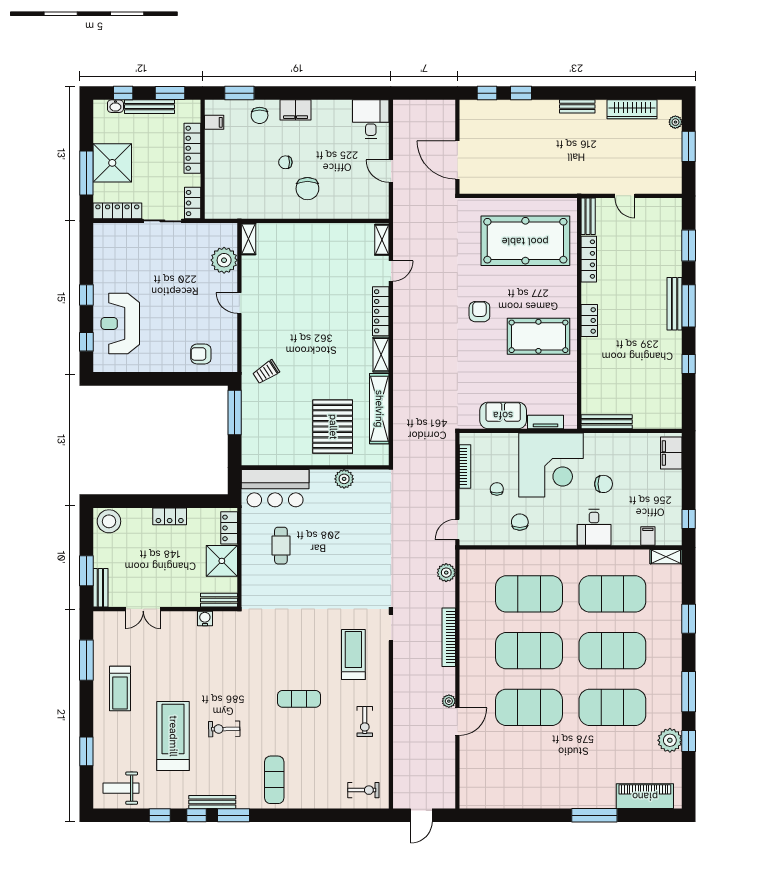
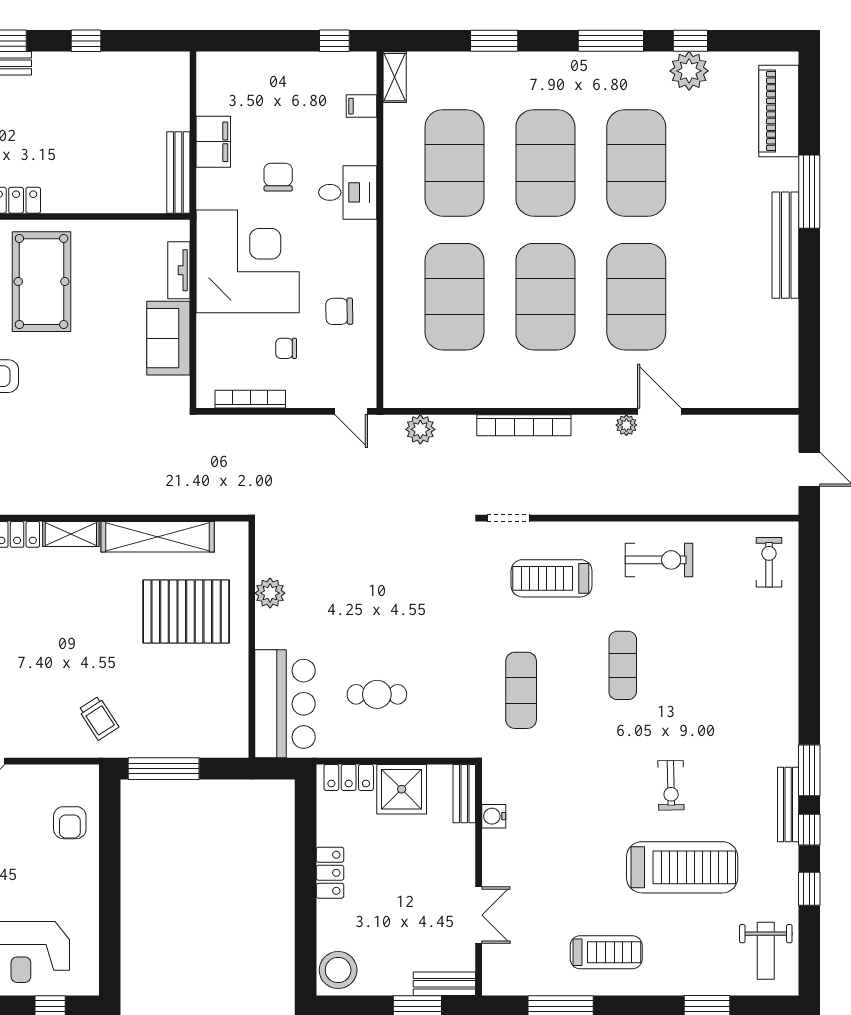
filing cabinet: (671, 453) -> (213, 142), moved, turned -90
exercise bike: (365, 722) -> (659, 560), width x1.38, depth x1.39
treadmill: (173, 736) -> (682, 867), turned 180
exercise mat: (274, 780) -> (521, 690), moved, turned 90
bench: (561, 800) -> (785, 245), added

